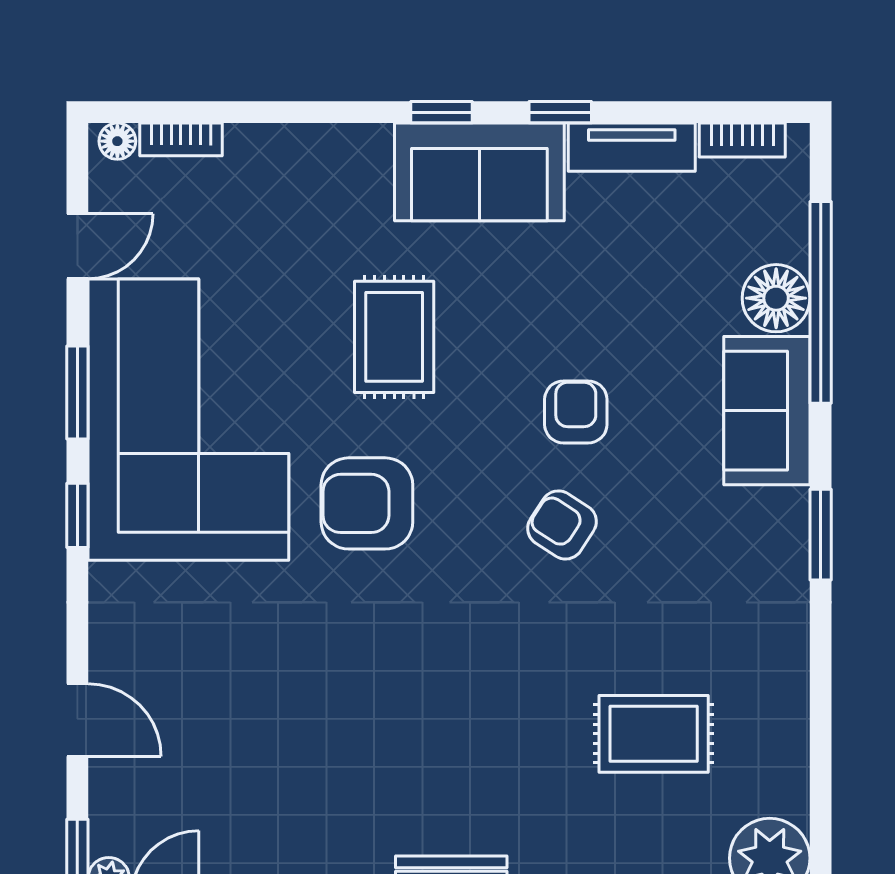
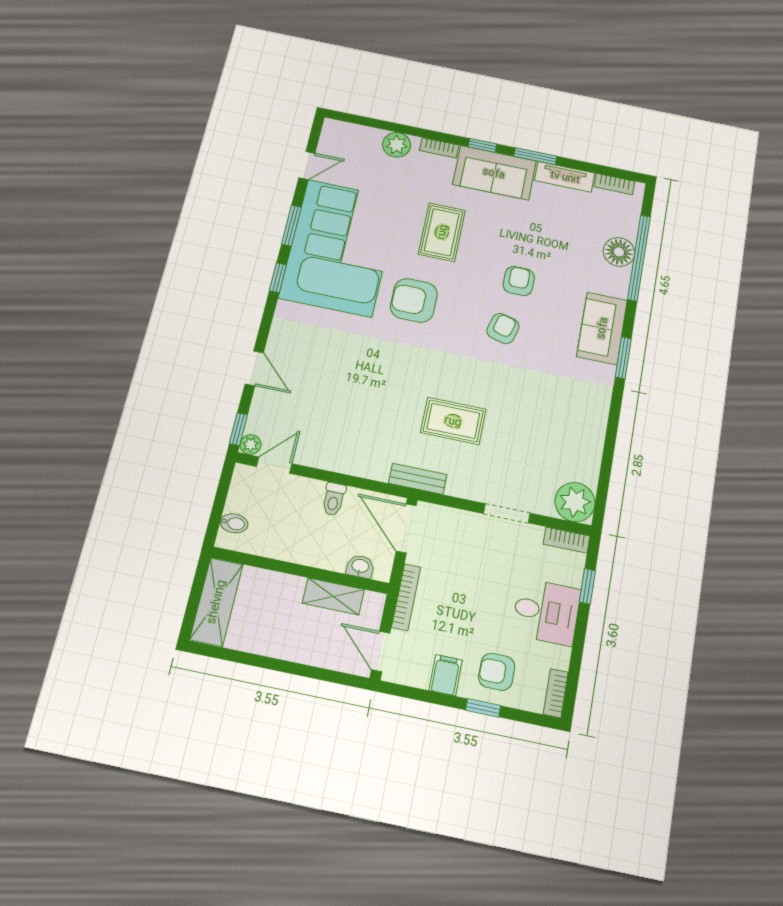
window: (560, 112) -> (535, 156), width x1.50
bookcase: (181, 139) -> (439, 148), moved
floor lamp: (117, 141) -> (336, 127), removed
plant: (257, 153) -> (397, 145), added
sofa: (767, 411) -> (602, 328), moved
armchair: (562, 525) -> (503, 329), turned 72
rug: (654, 734) -> (453, 421), moved

